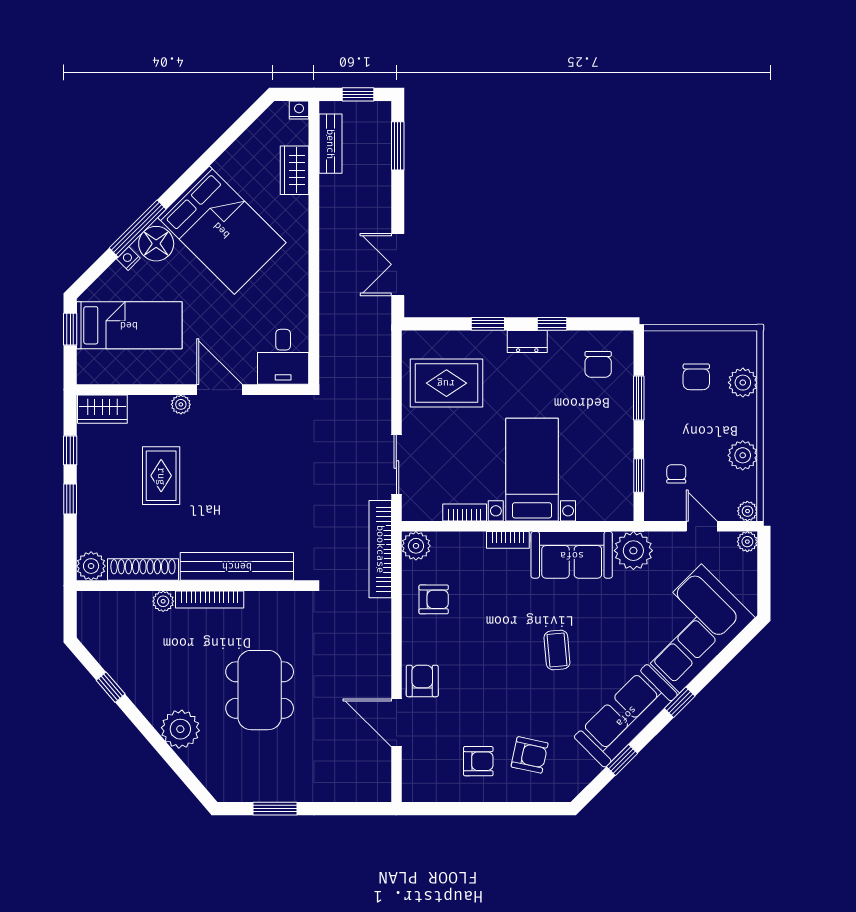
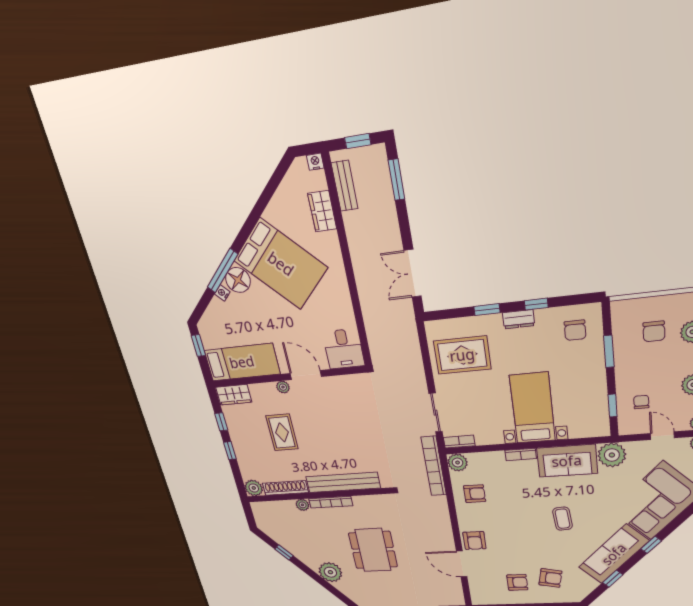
bed: (129, 325) -> (242, 362), moved
bookcase: (465, 512) -> (459, 442), moved
armchair: (422, 681) -> (474, 540), turned 180

